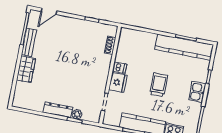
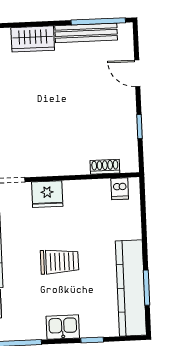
door: (49, 11) -> (137, 73), moved
bench: (29, 42) -> (86, 33), width x1.36
dishwasher: (119, 68) -> (120, 189), moved

